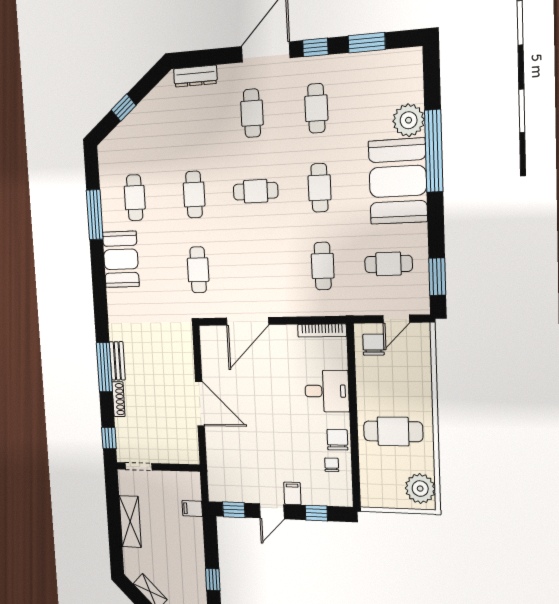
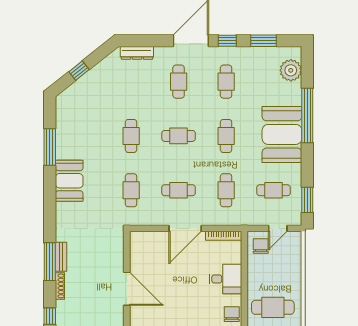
plant: (409, 120) -> (291, 70), moved
cafe table: (135, 198) -> (179, 190), moved, turned 90
door: (247, 321) -> (185, 228), moved

